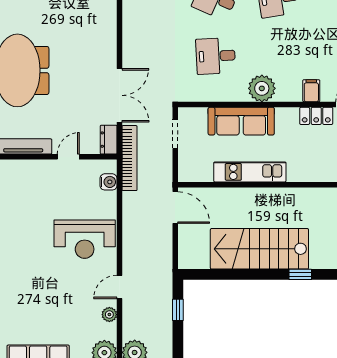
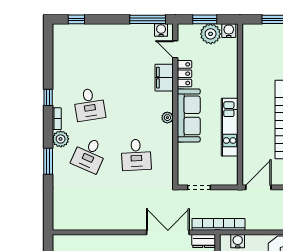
plant: (262, 88) -> (167, 118), width x0.53, depth x0.53
filing cabinet: (311, 91) -> (164, 78), width x2.00
sofa: (241, 121) -> (189, 115), moved

